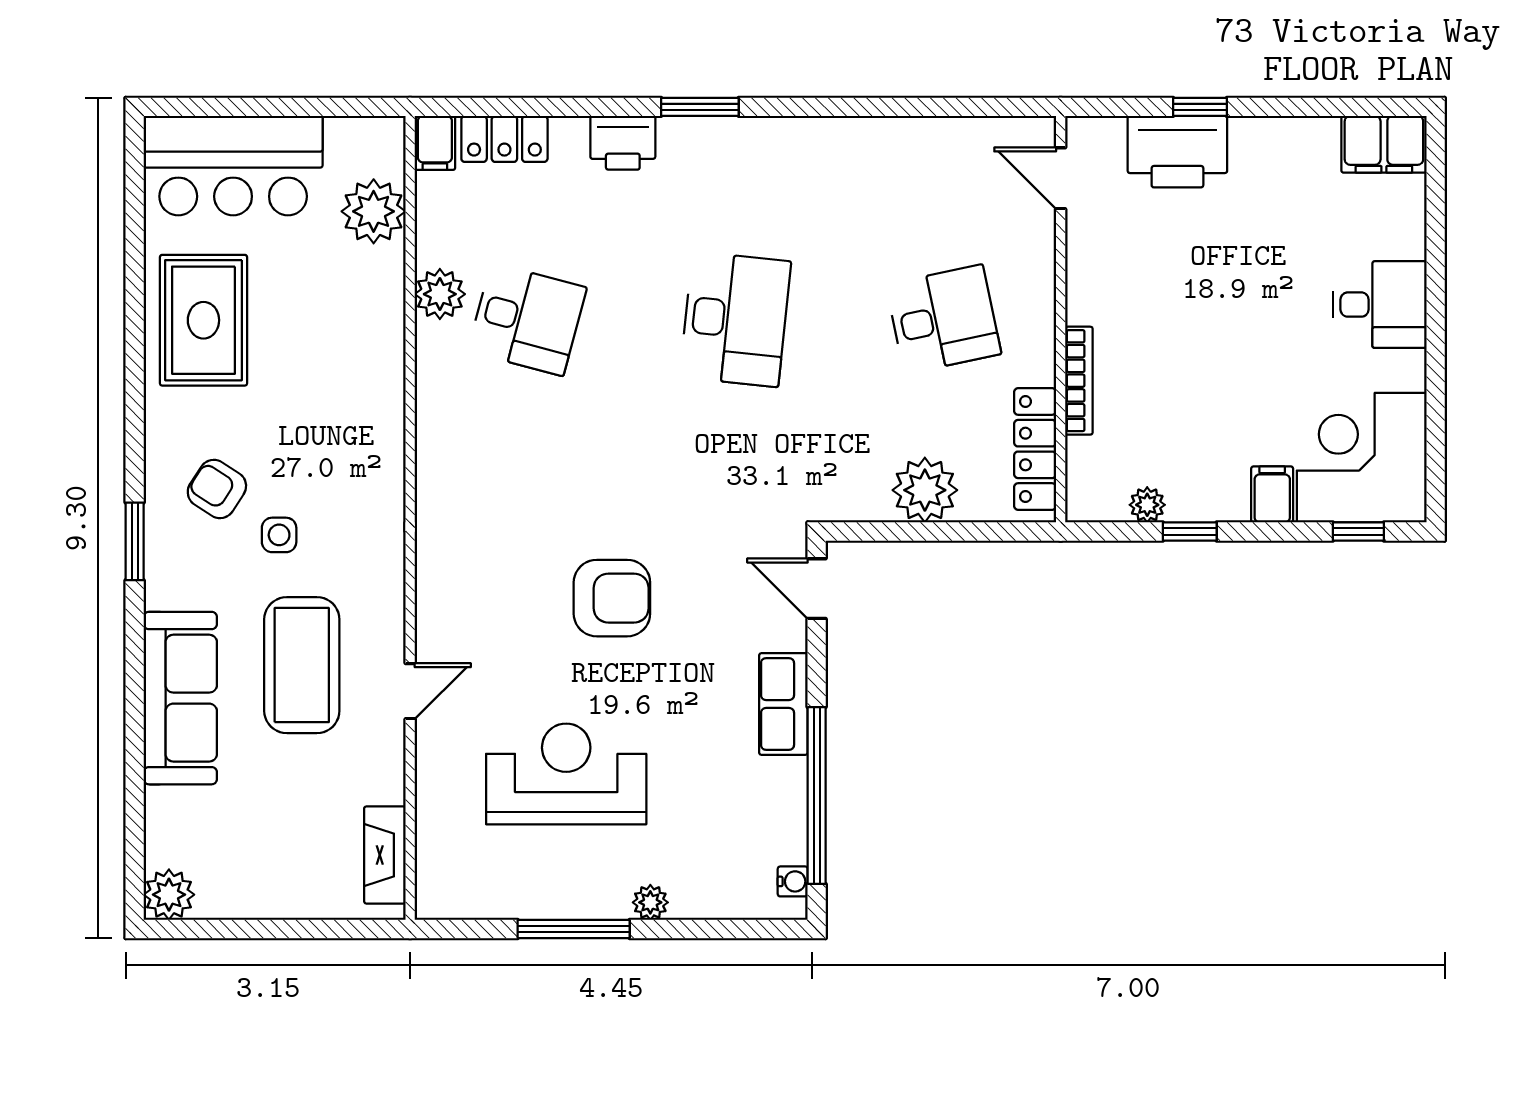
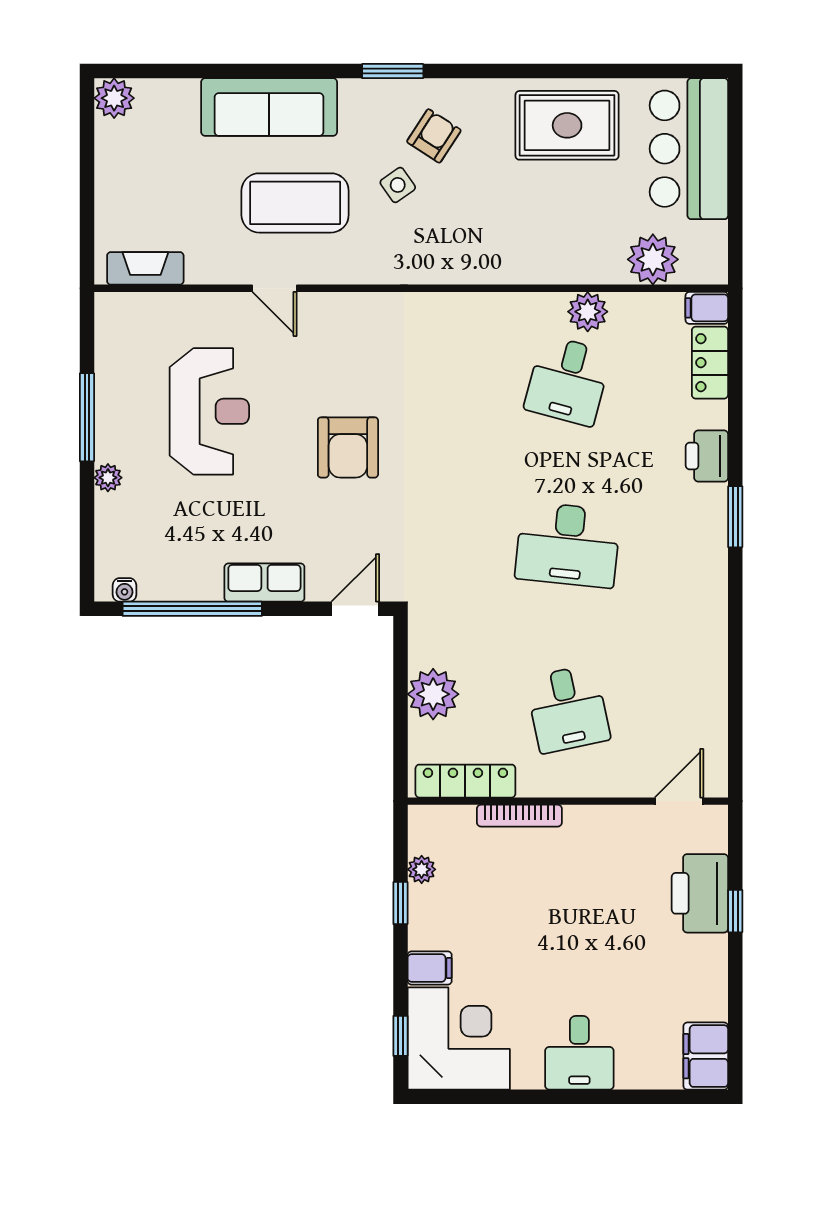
side table: (279, 535) -> (398, 185), turned -35

